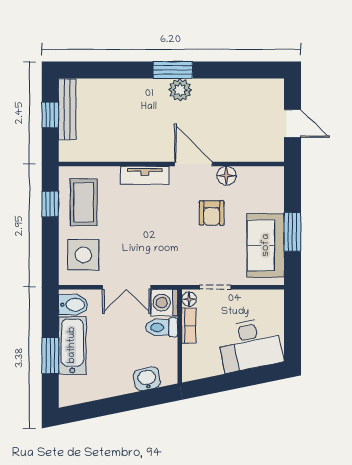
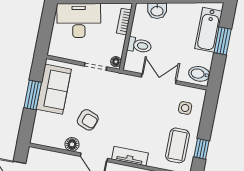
armchair: (212, 213) -> (88, 120), turned 110
side table: (83, 255) -> (185, 108), width x0.54, depth x0.54
washing machine: (164, 303) -> (134, 63), removed
bookcase: (189, 326) -> (124, 22), moved
bathtub: (72, 345) -> (209, 30), moved

